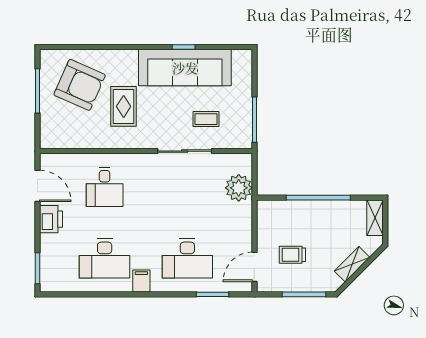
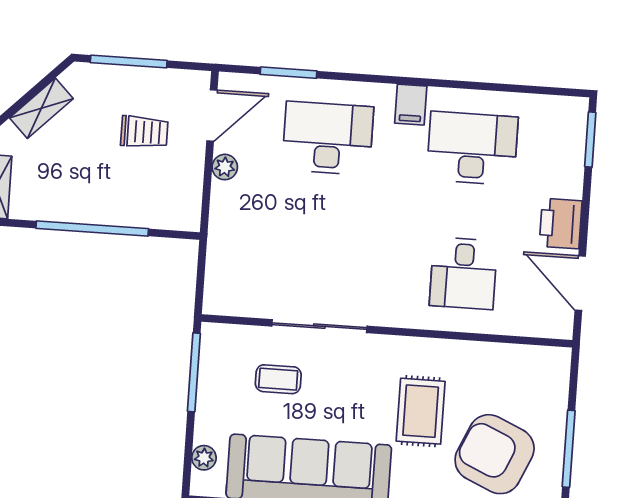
plant: (245, 71) -> (204, 458), added
desk: (105, 187) -> (463, 273), turned 180
plant: (239, 188) -> (225, 167), moved, width x0.53, depth x0.53

